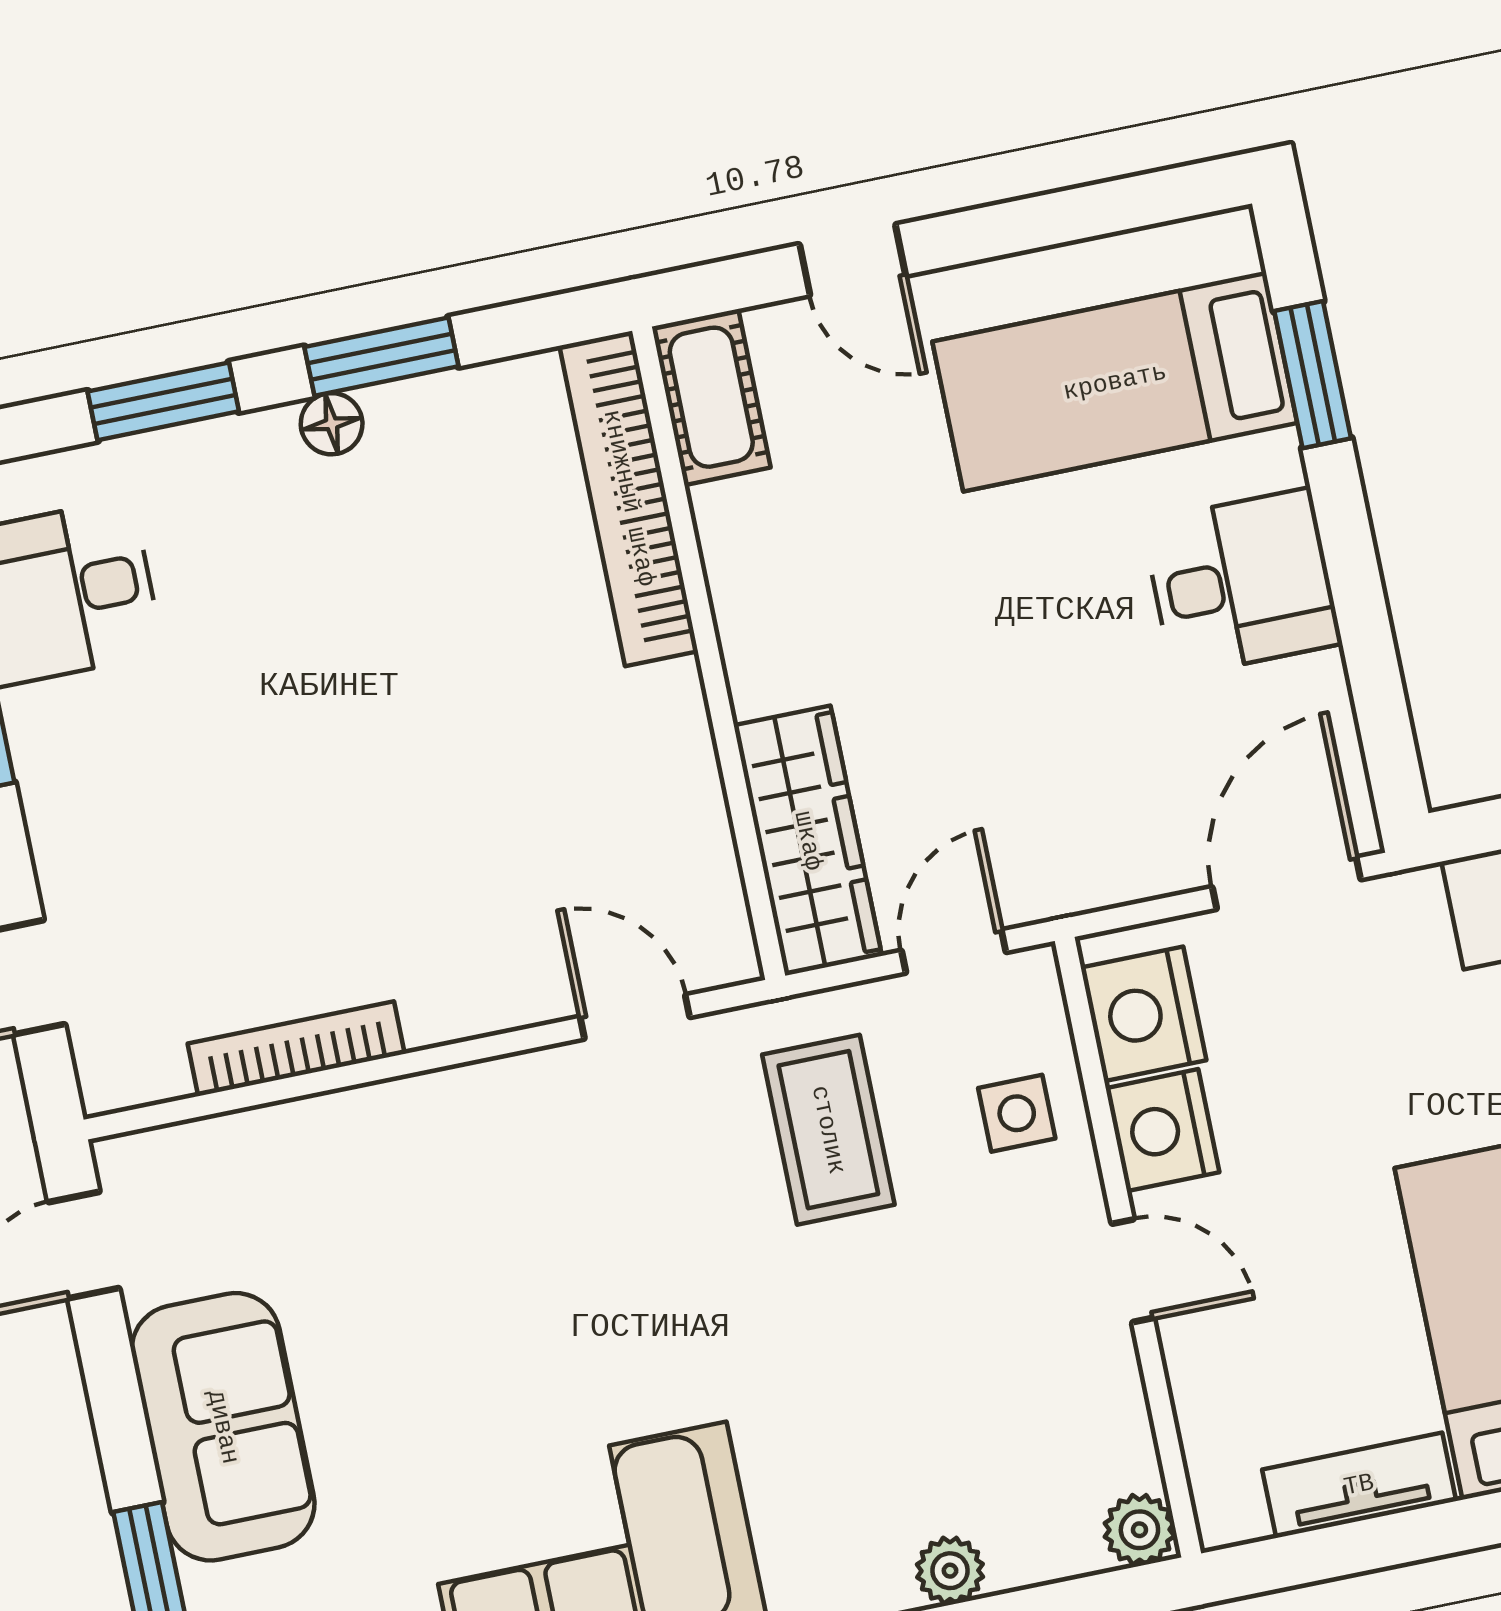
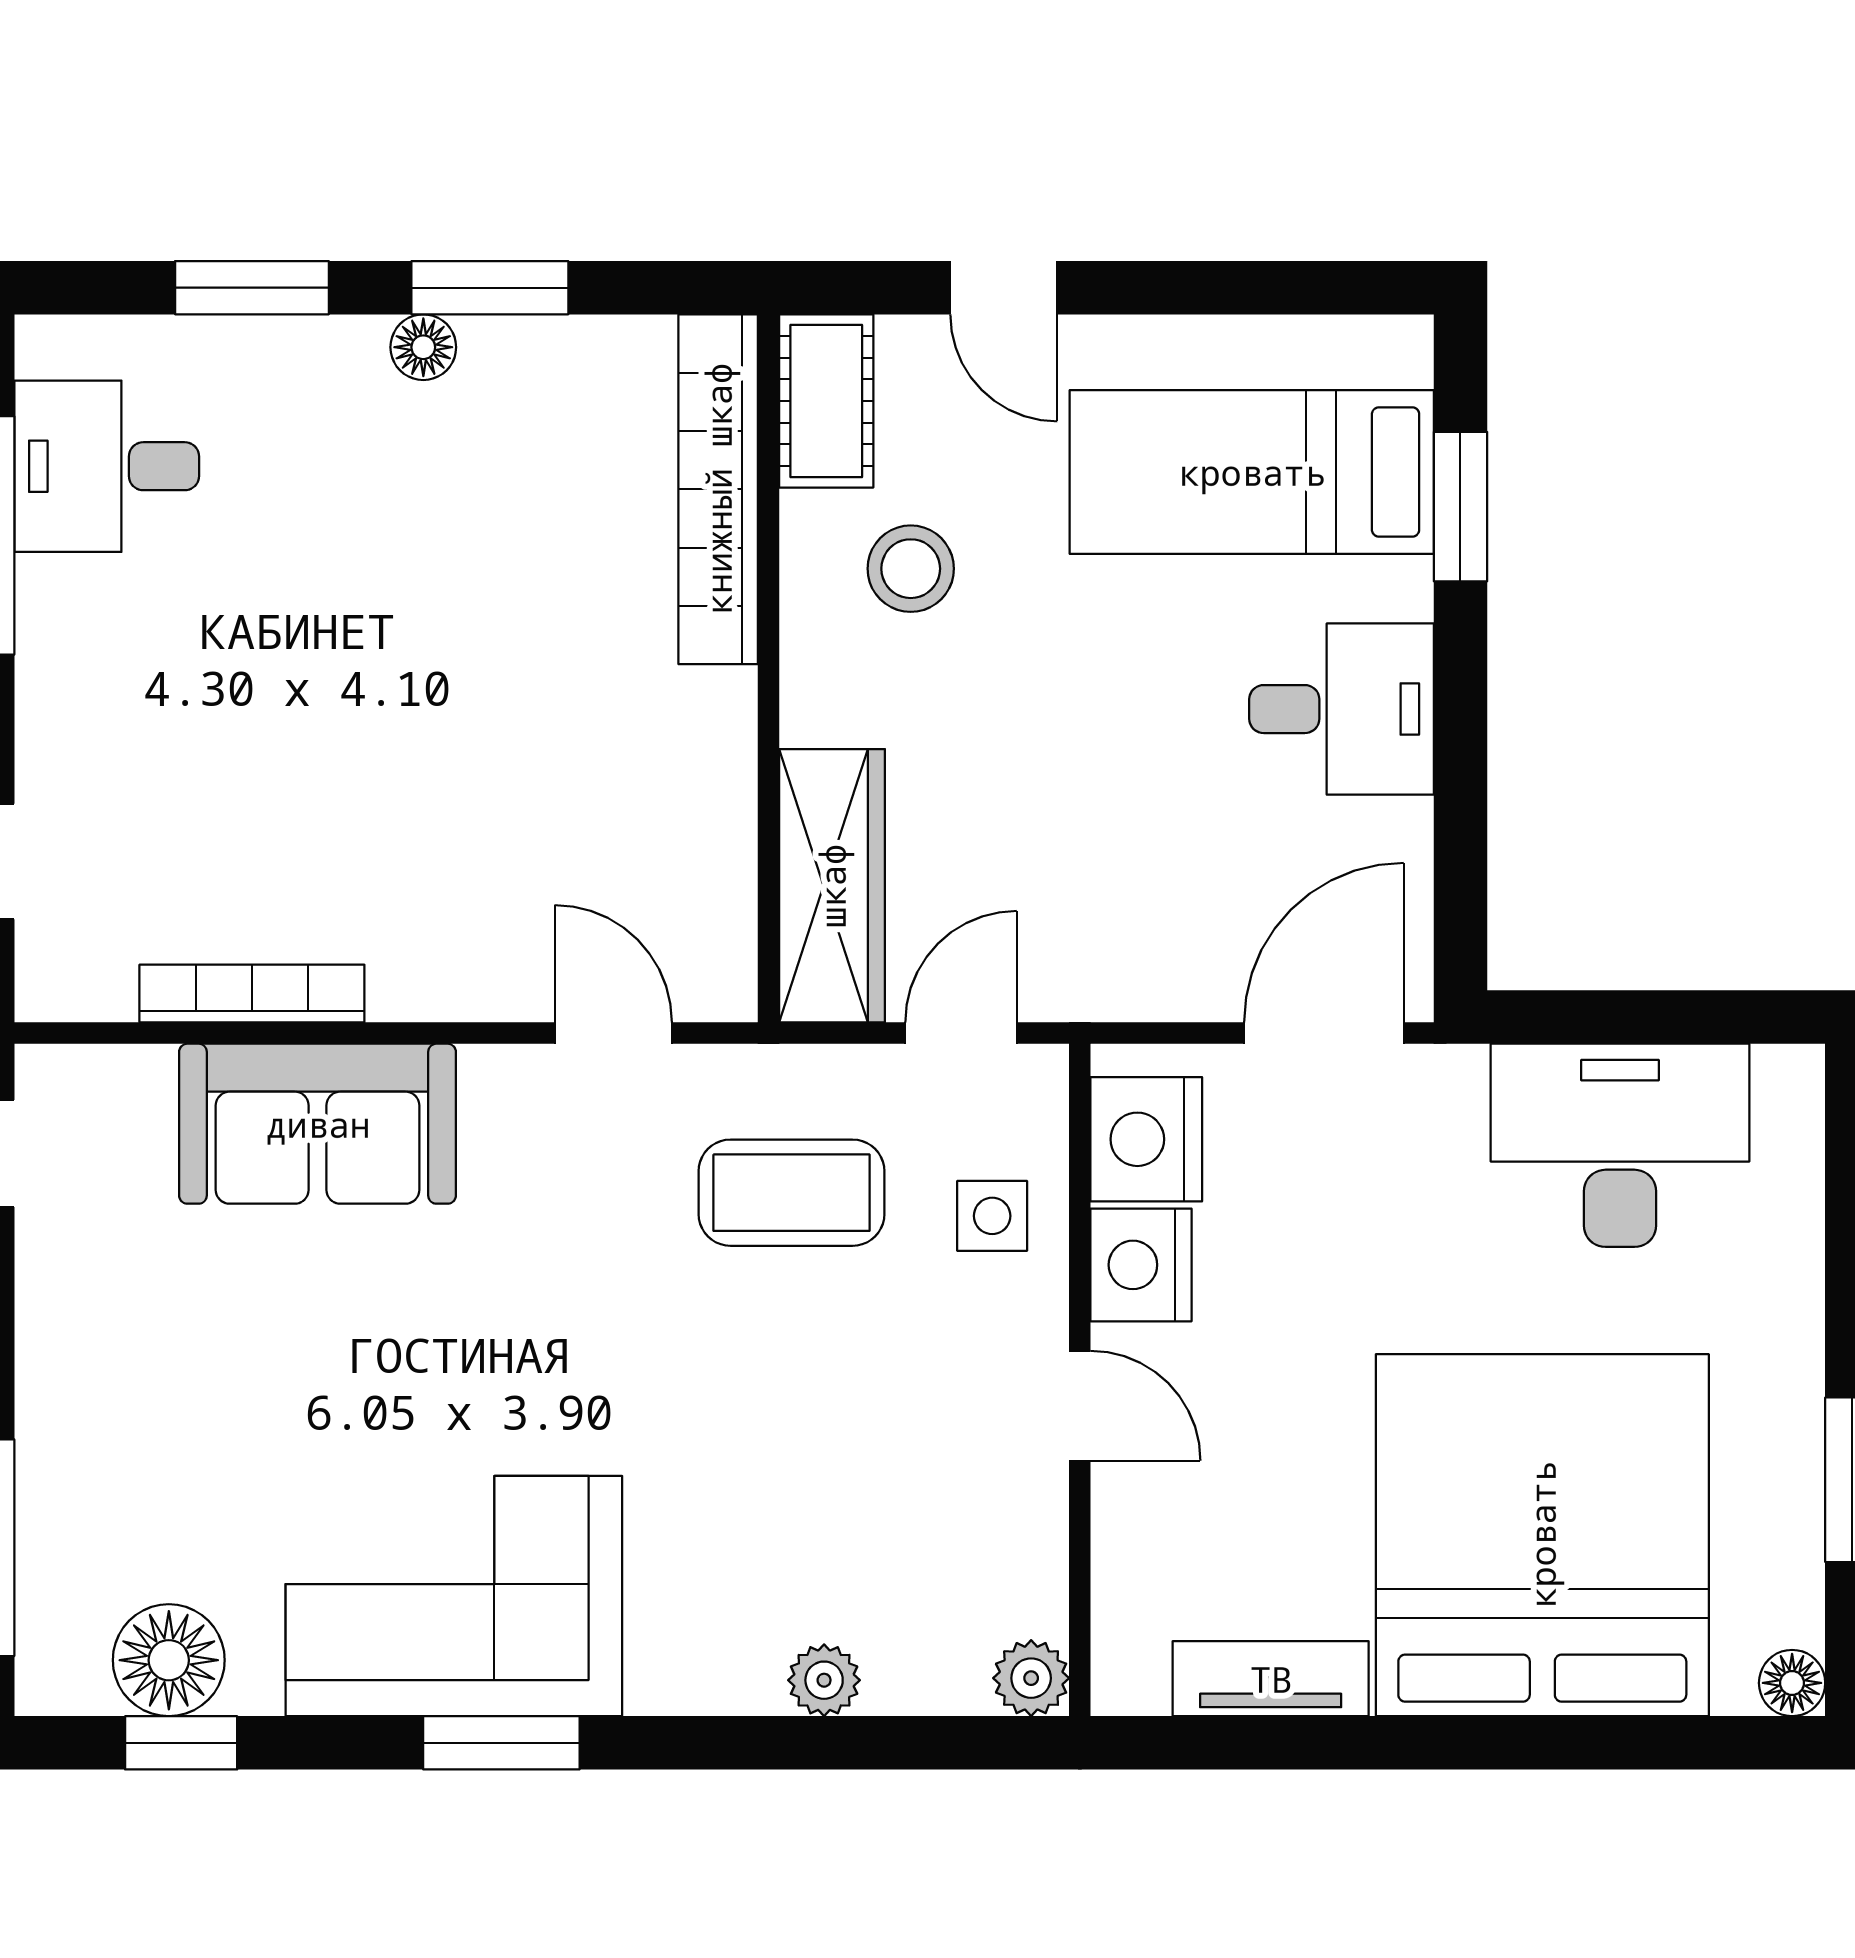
stool: (820, 535) -> (911, 569), added
coffee table: (828, 1130) -> (792, 1193), turned 90
sofa: (223, 1427) -> (318, 1124), moved, turned 90

